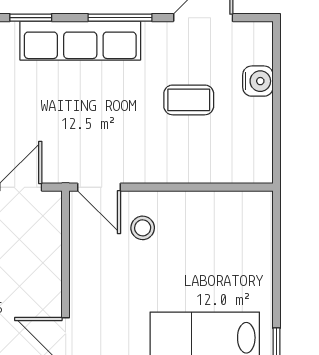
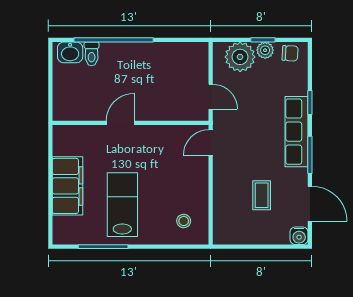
water cooler: (258, 81) -> (299, 236), moved
stool: (143, 228) -> (184, 221), moved

